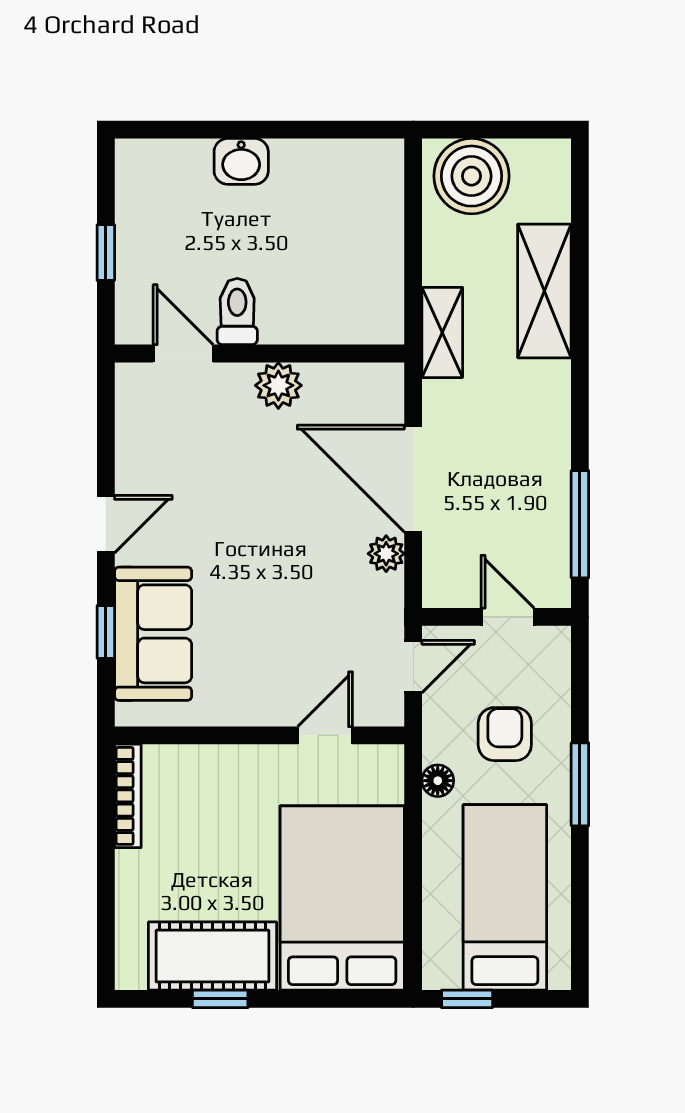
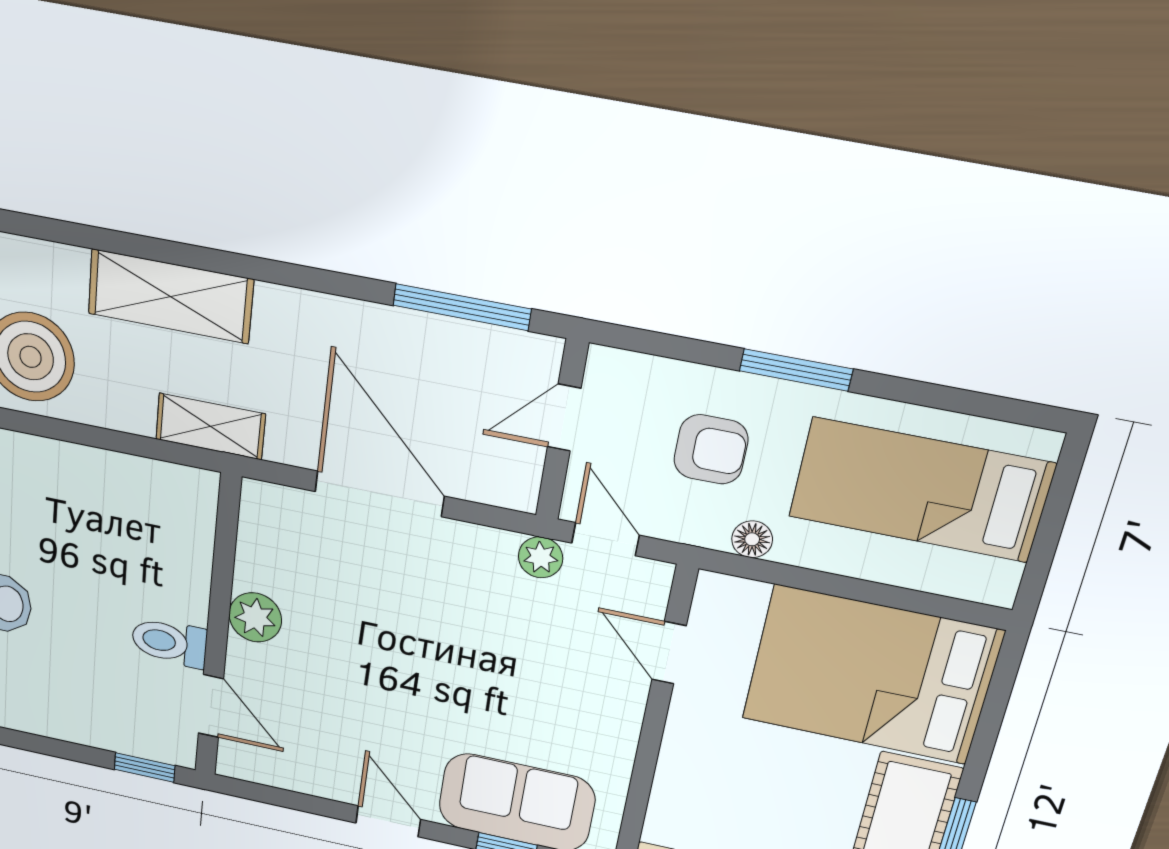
window: (106, 253) -> (145, 768), moved
door: (183, 354) -> (211, 706), swing flipped
door: (413, 479) -> (379, 494), swing flipped
plant: (386, 554) -> (541, 557), moved
armchair: (505, 734) -> (711, 449), turned 180
window: (467, 999) -> (1040, 561), removed

